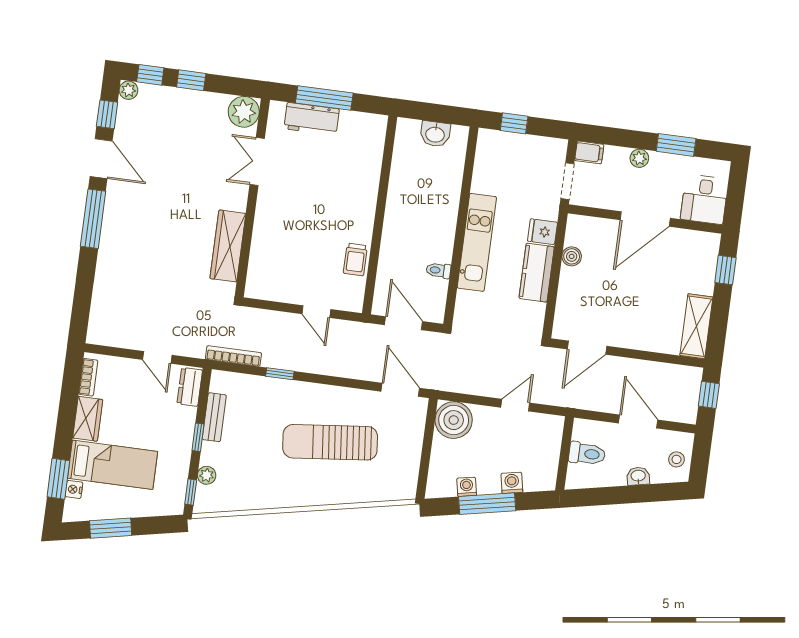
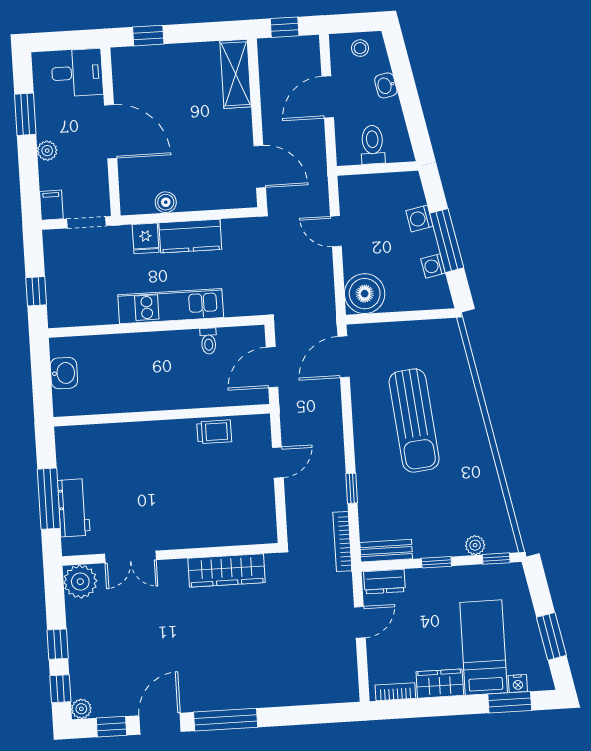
shelving: (696, 326) -> (236, 74), moved, turned 90
bench: (214, 417) -> (386, 551), moved

